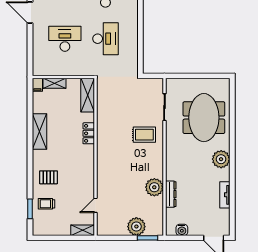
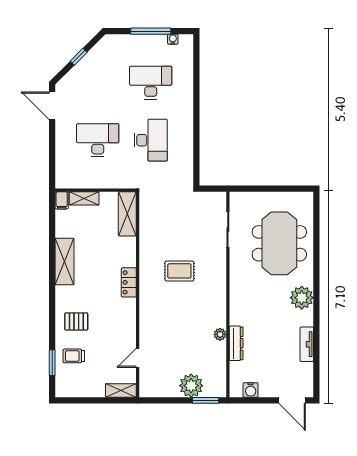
locker: (89, 133) -> (129, 282), moved
rug: (144, 135) -> (179, 271), moved
plant: (154, 187) -> (220, 334), width x0.53, depth x0.53

